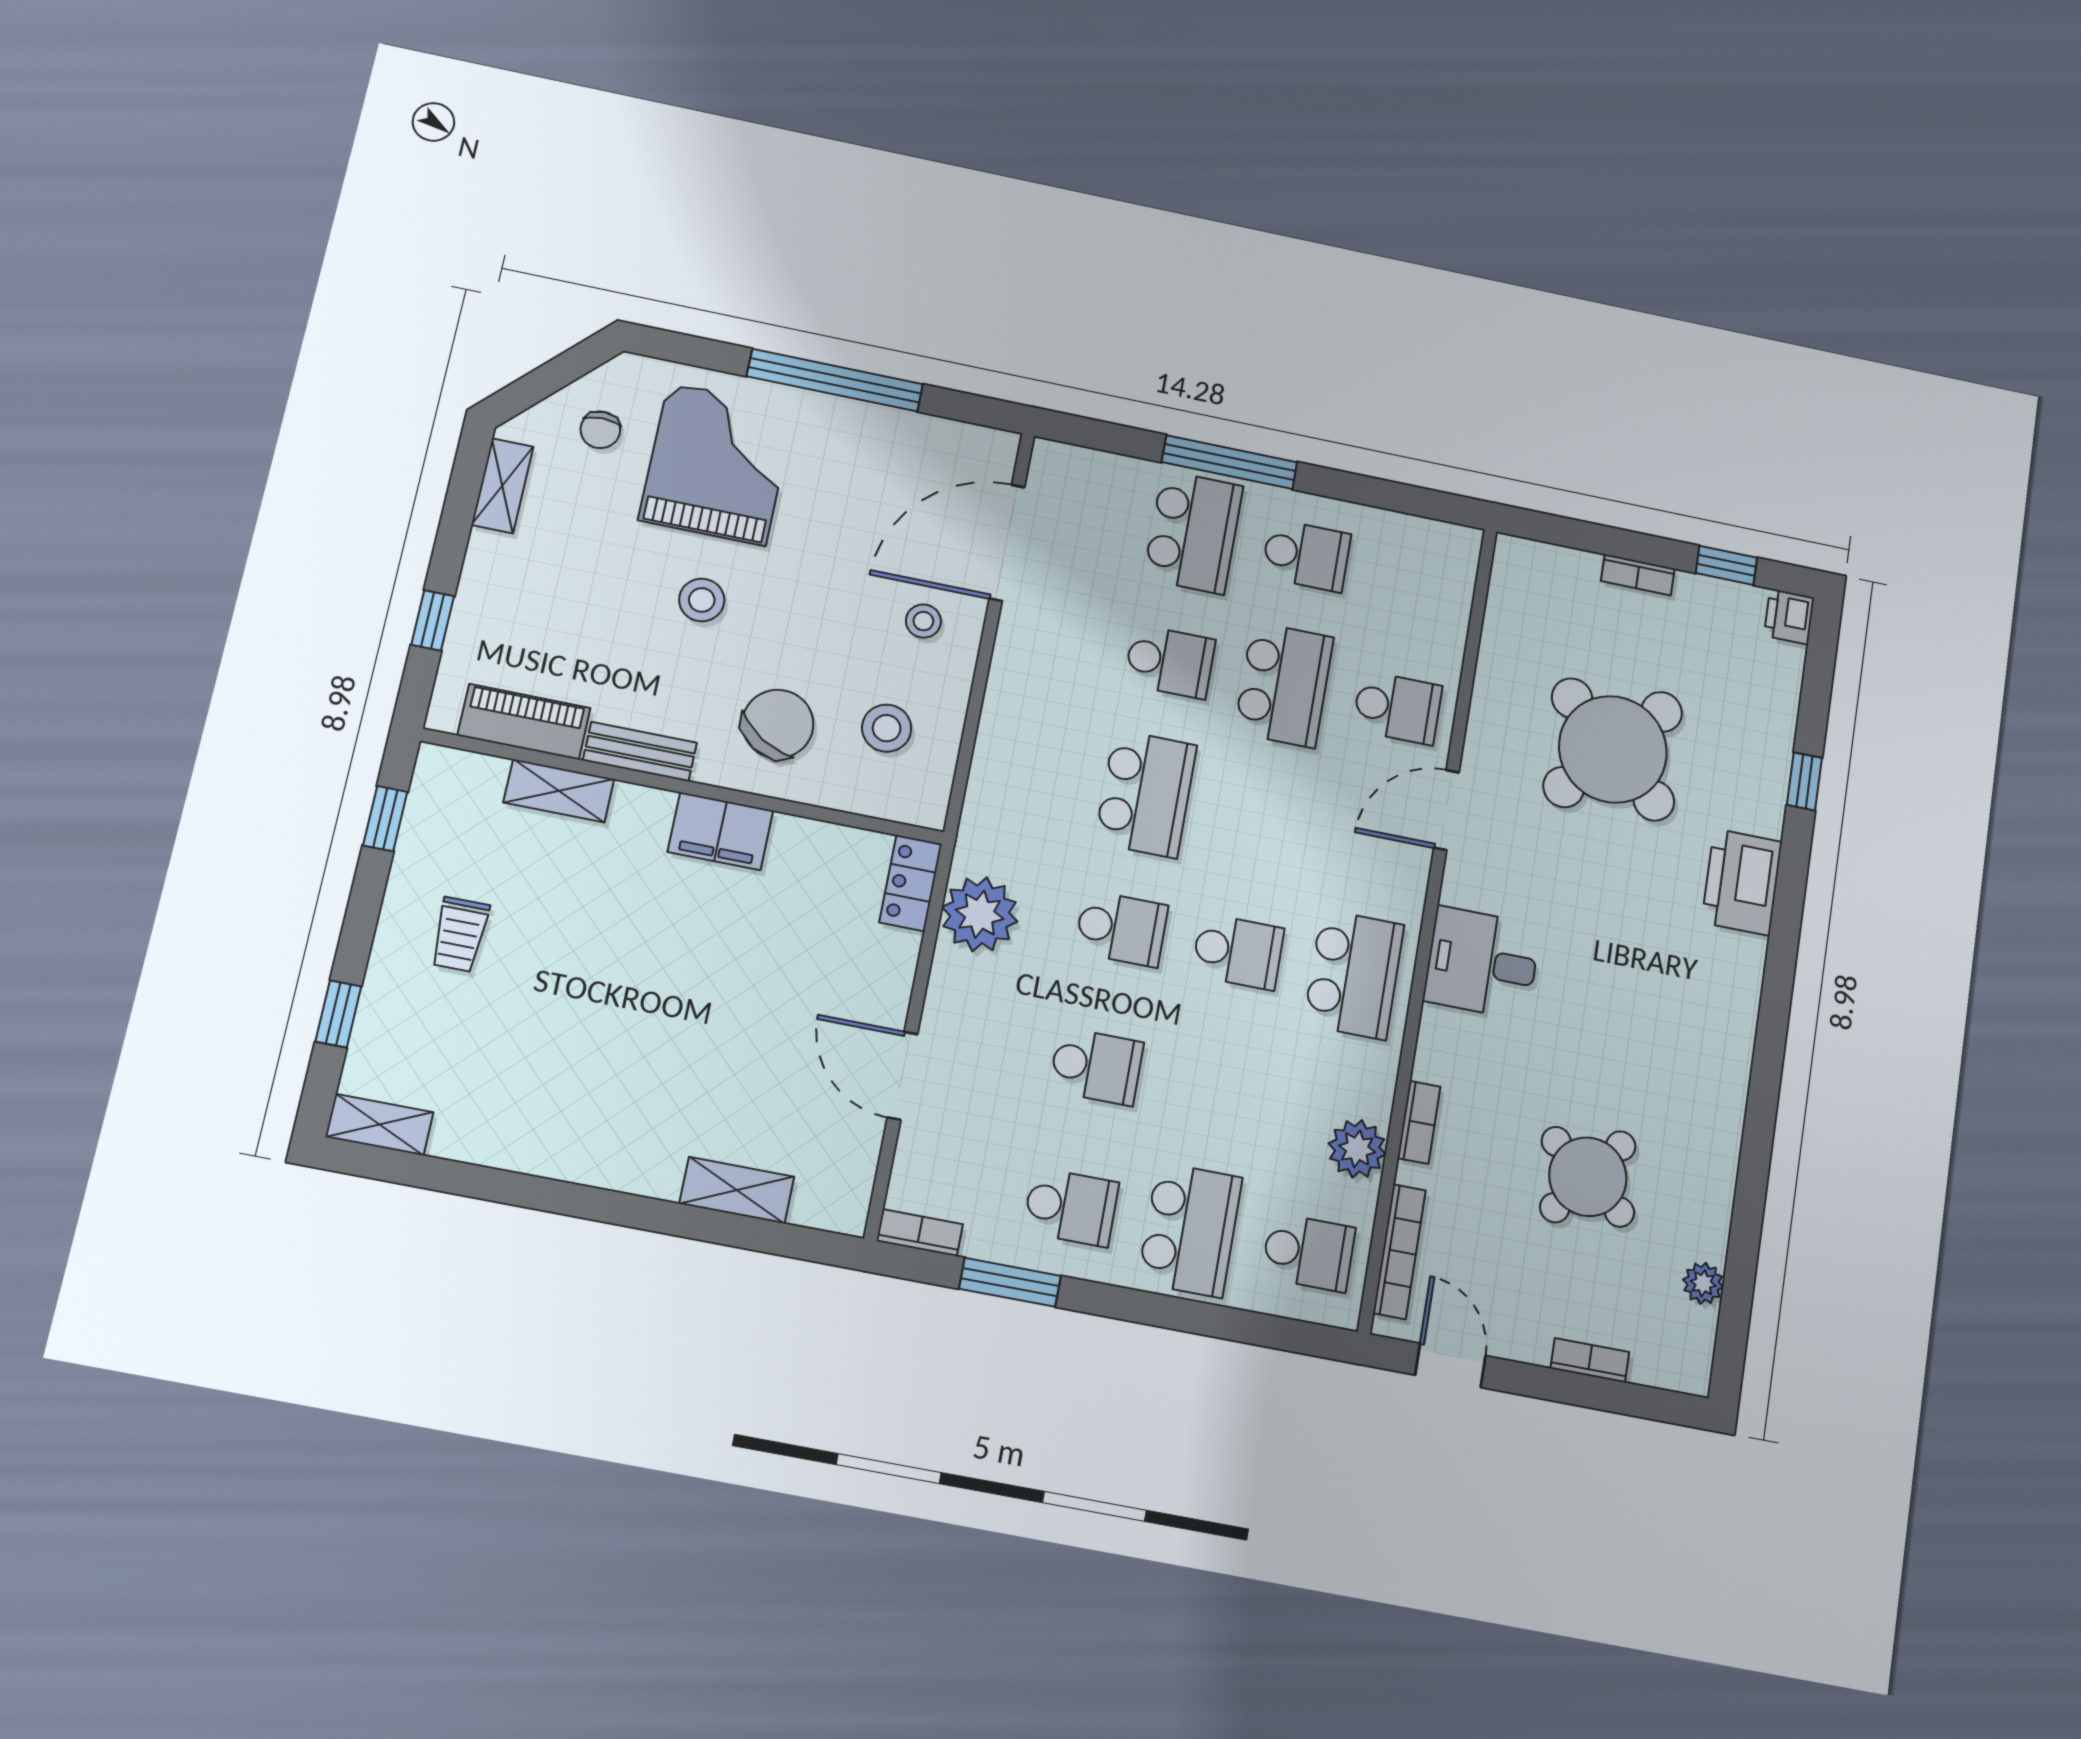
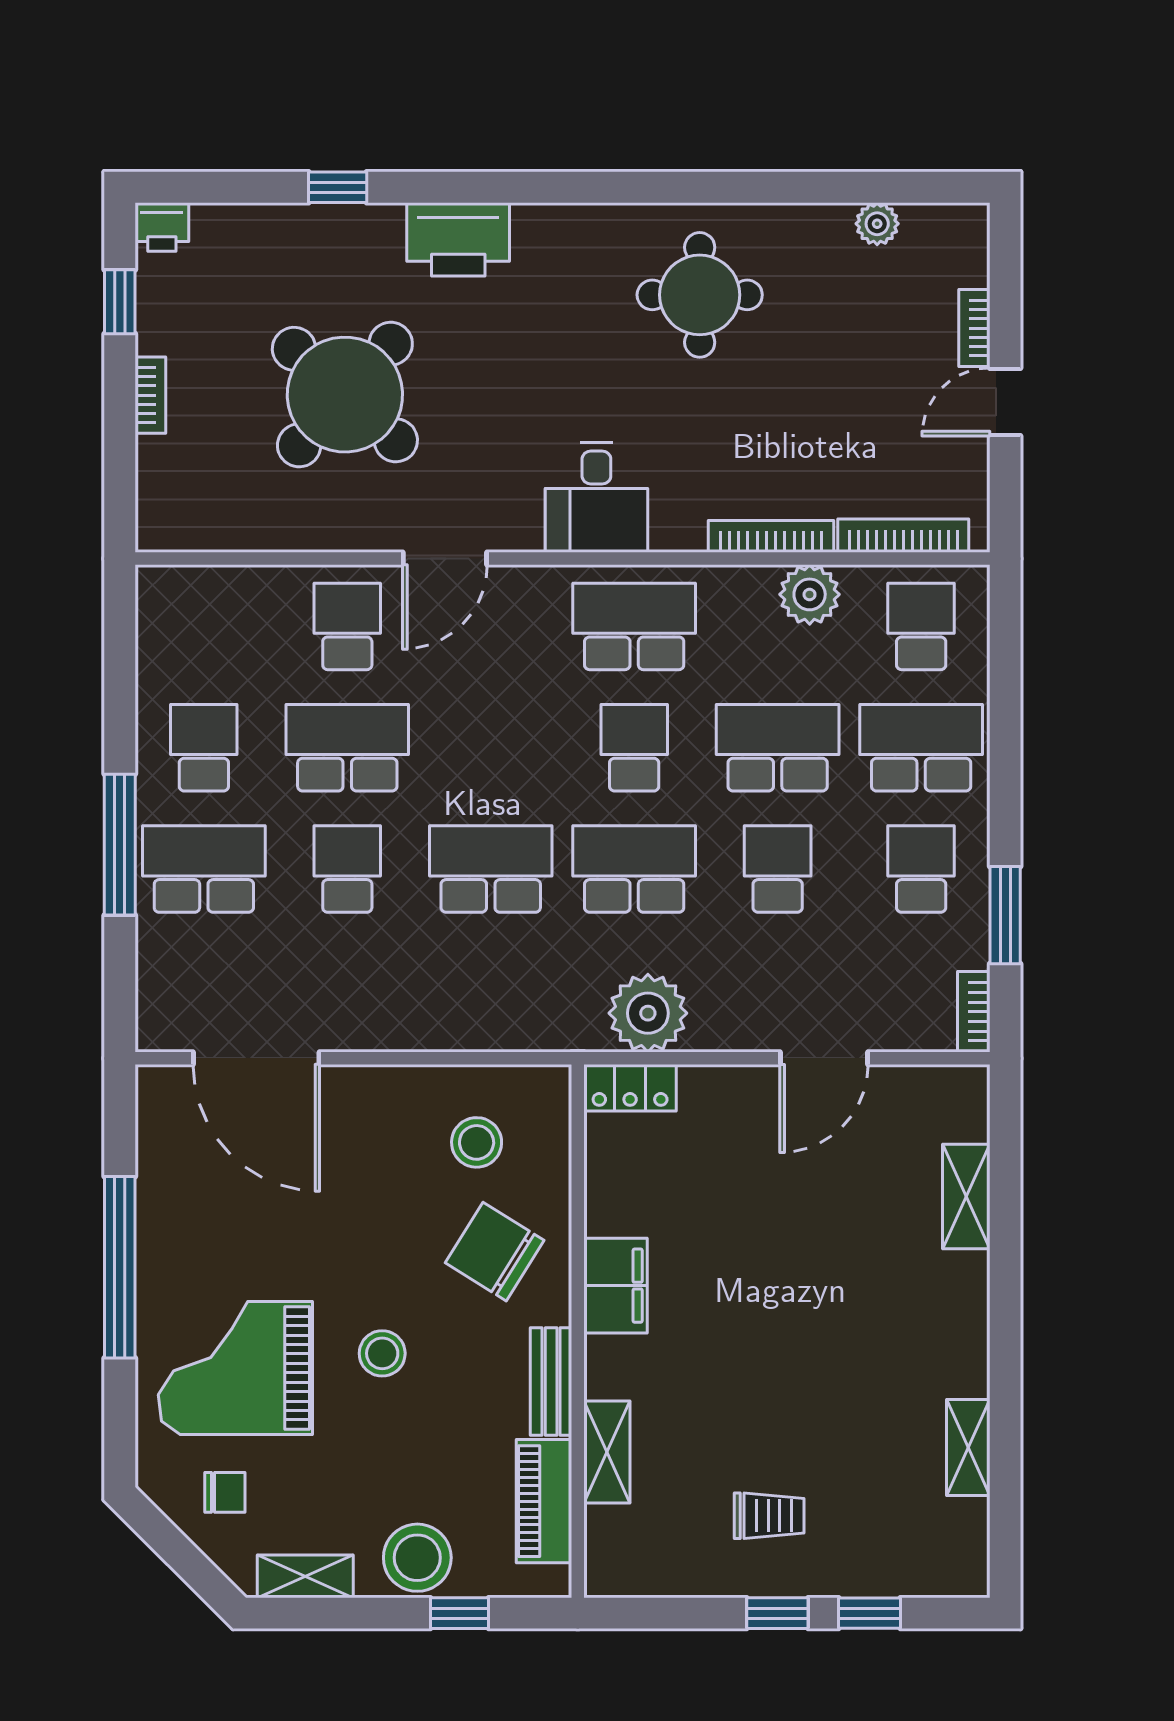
stool: (923, 621) -> (417, 1558), moved, width x1.89, depth x1.89
door: (1446, 810) -> (445, 559), hinge flipped
window: (385, 819) -> (777, 1613), moved
school desk: (1121, 929) -> (634, 869), width x1.85
school desk: (1214, 1089) -> (778, 748), added
bookcase: (1419, 1122) -> (771, 536), width x1.56
shelving: (379, 1125) -> (968, 1448), moved
round table: (1588, 1177) -> (700, 295), moved, turned -38
door: (1450, 1365) -> (1005, 402), moved

